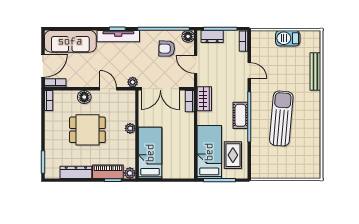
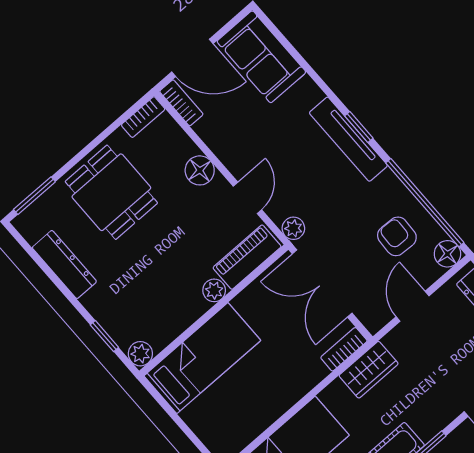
sofa: (70, 41) -> (261, 57), width x0.73
dining table: (87, 130) -> (111, 192), moved
piano: (108, 172) -> (247, 257), moved, turned -90

